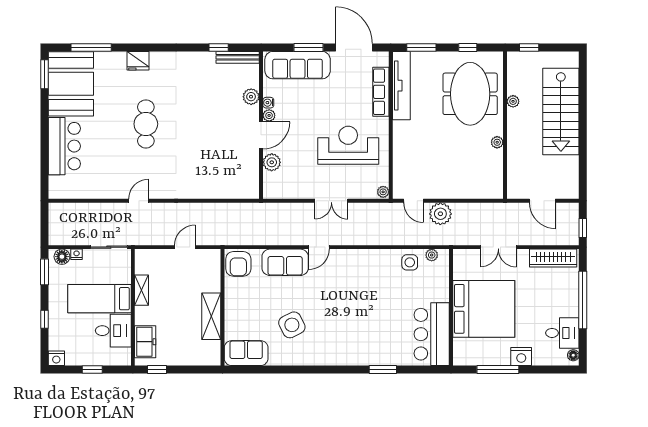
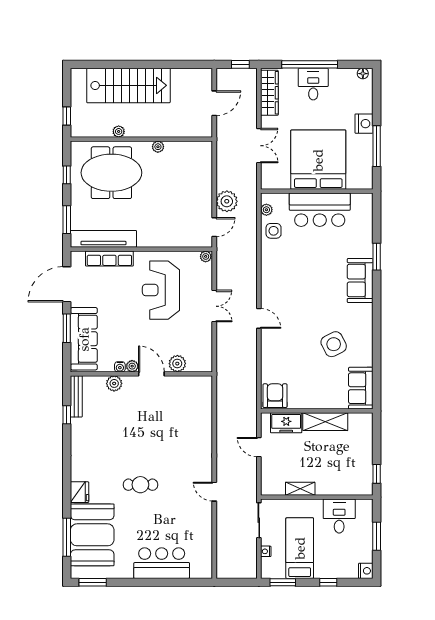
booth: (71, 84) -> (92, 535), moved, turned 90
cafe table: (146, 124) -> (140, 485), width x0.73, depth x0.74
floor lamp: (62, 257) -> (268, 565), removed
sofa: (285, 262) -> (360, 281), moved, turned 180
armchair: (238, 264) -> (275, 396), turned -90
bed: (99, 299) -> (300, 548), moved, turned 180
desk: (562, 333) -> (313, 84), moved
bar counter: (432, 334) -> (320, 210), moved
freezer: (145, 342) -> (286, 423), moved, turned 180
window: (92, 370) -> (377, 536), width x1.50

